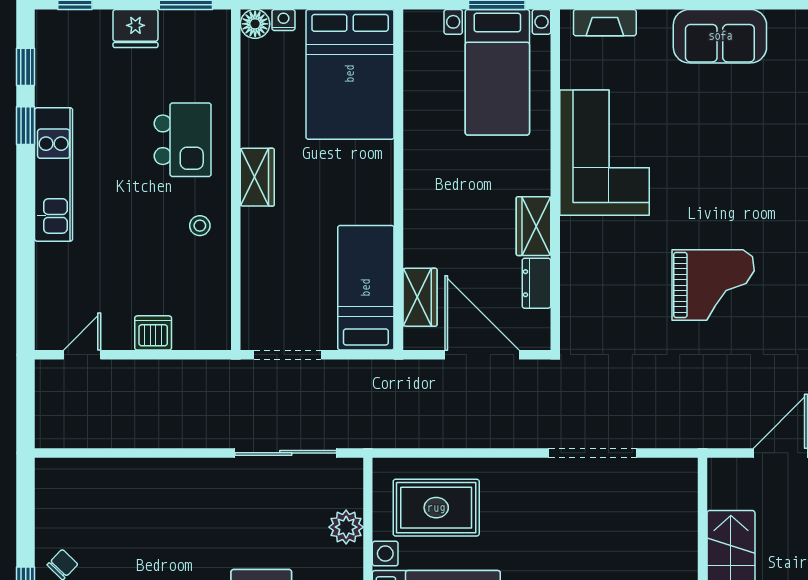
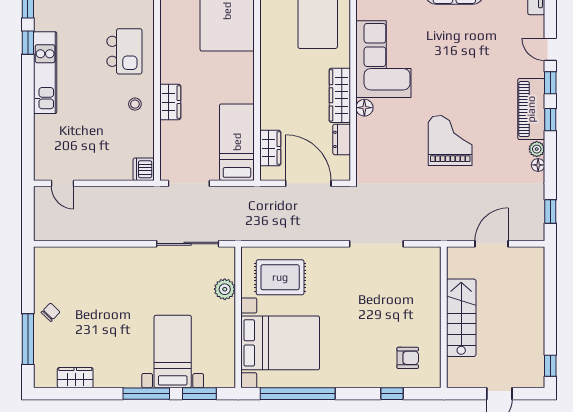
wardrobe: (257, 177) -> (170, 102), moved
wardrobe: (533, 226) -> (340, 95), width x1.50
floor lamp: (574, 231) -> (364, 108), added
grand piano: (713, 285) -> (450, 141), turned -90
dishwasher: (153, 333) -> (144, 169), moved, turned -90
door: (82, 355) -> (63, 183), swing flipped

